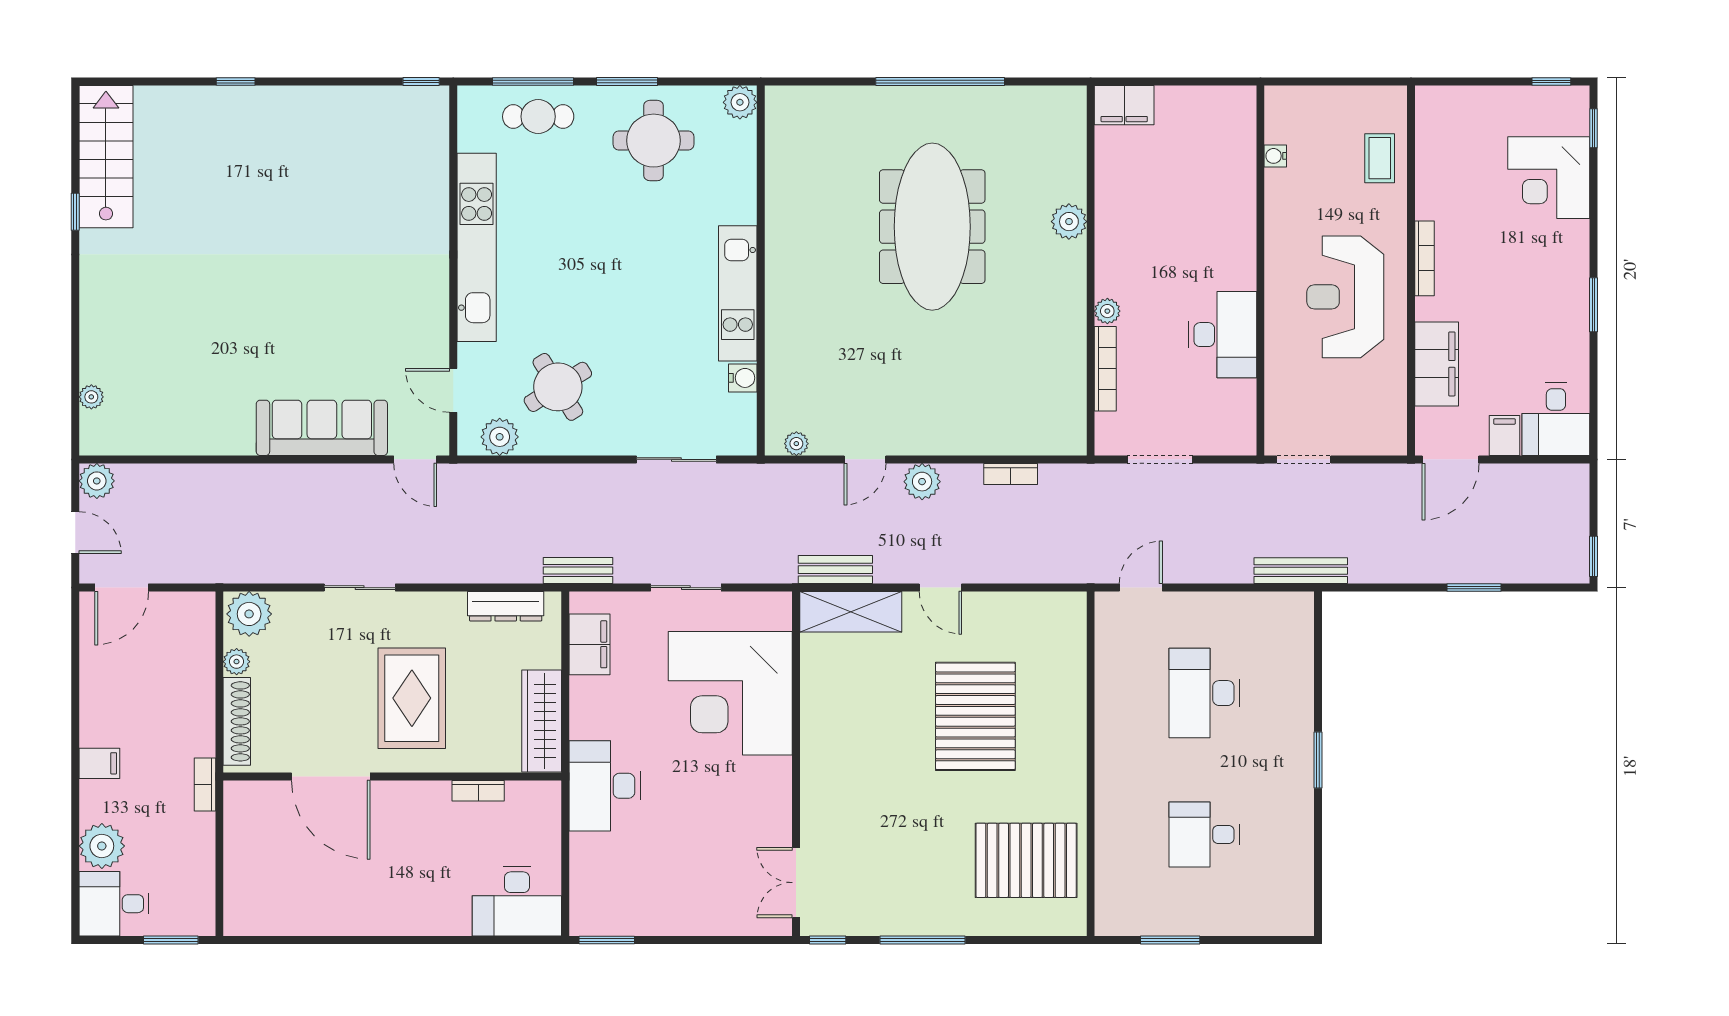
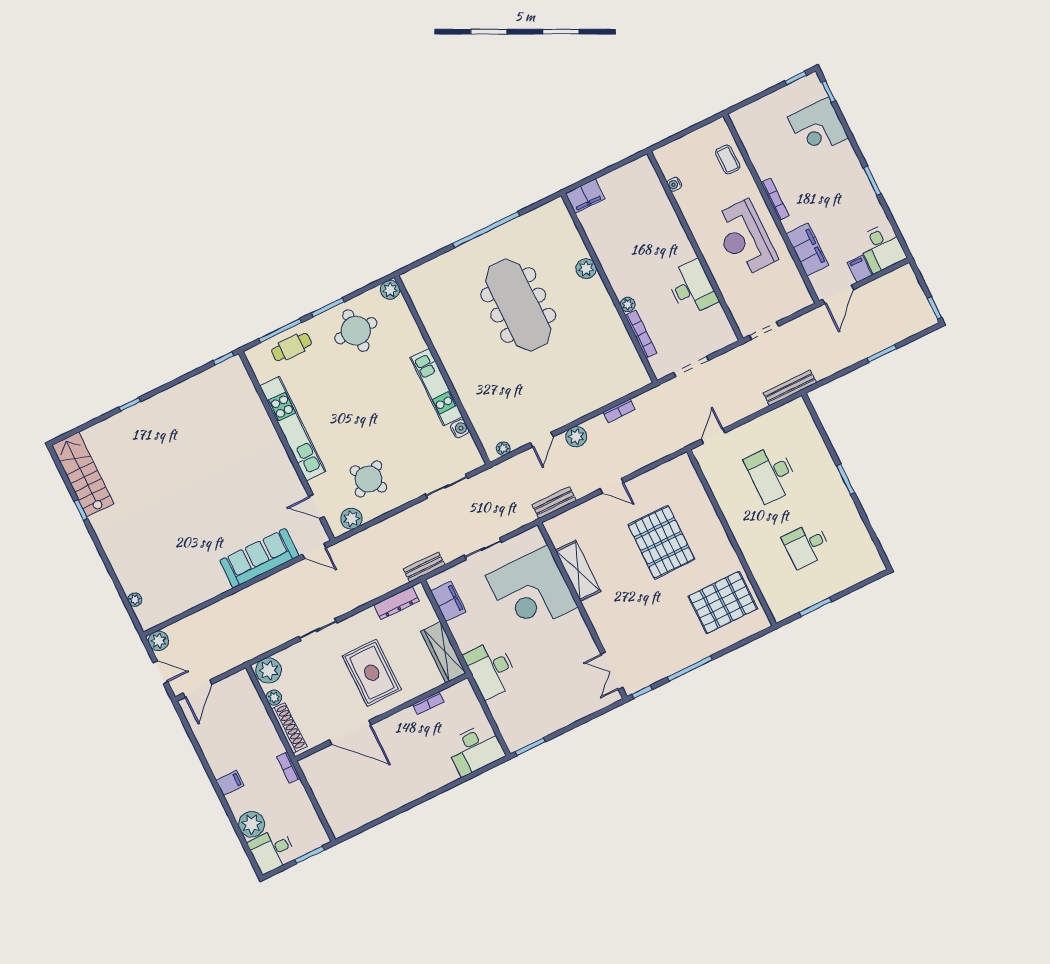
shelving: (851, 612) -> (578, 571), moved, turned 90

